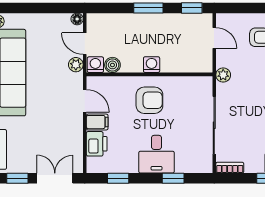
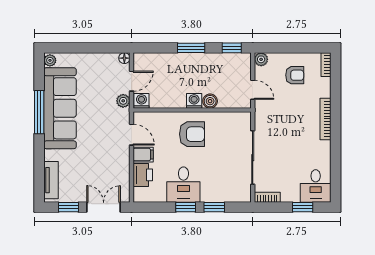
door: (214, 38) -> (253, 90), moved
door: (85, 44) -> (132, 81), swing flipped
boiler: (112, 65) -> (210, 101), moved
plant: (223, 75) -> (261, 59), moved
desk: (157, 154) -> (183, 185), moved
window: (118, 178) -> (186, 207), moved

